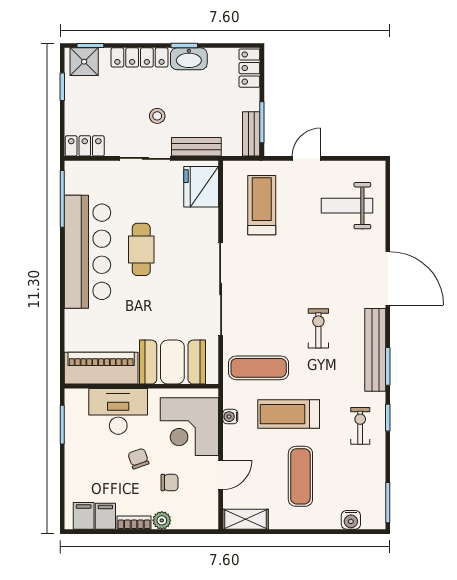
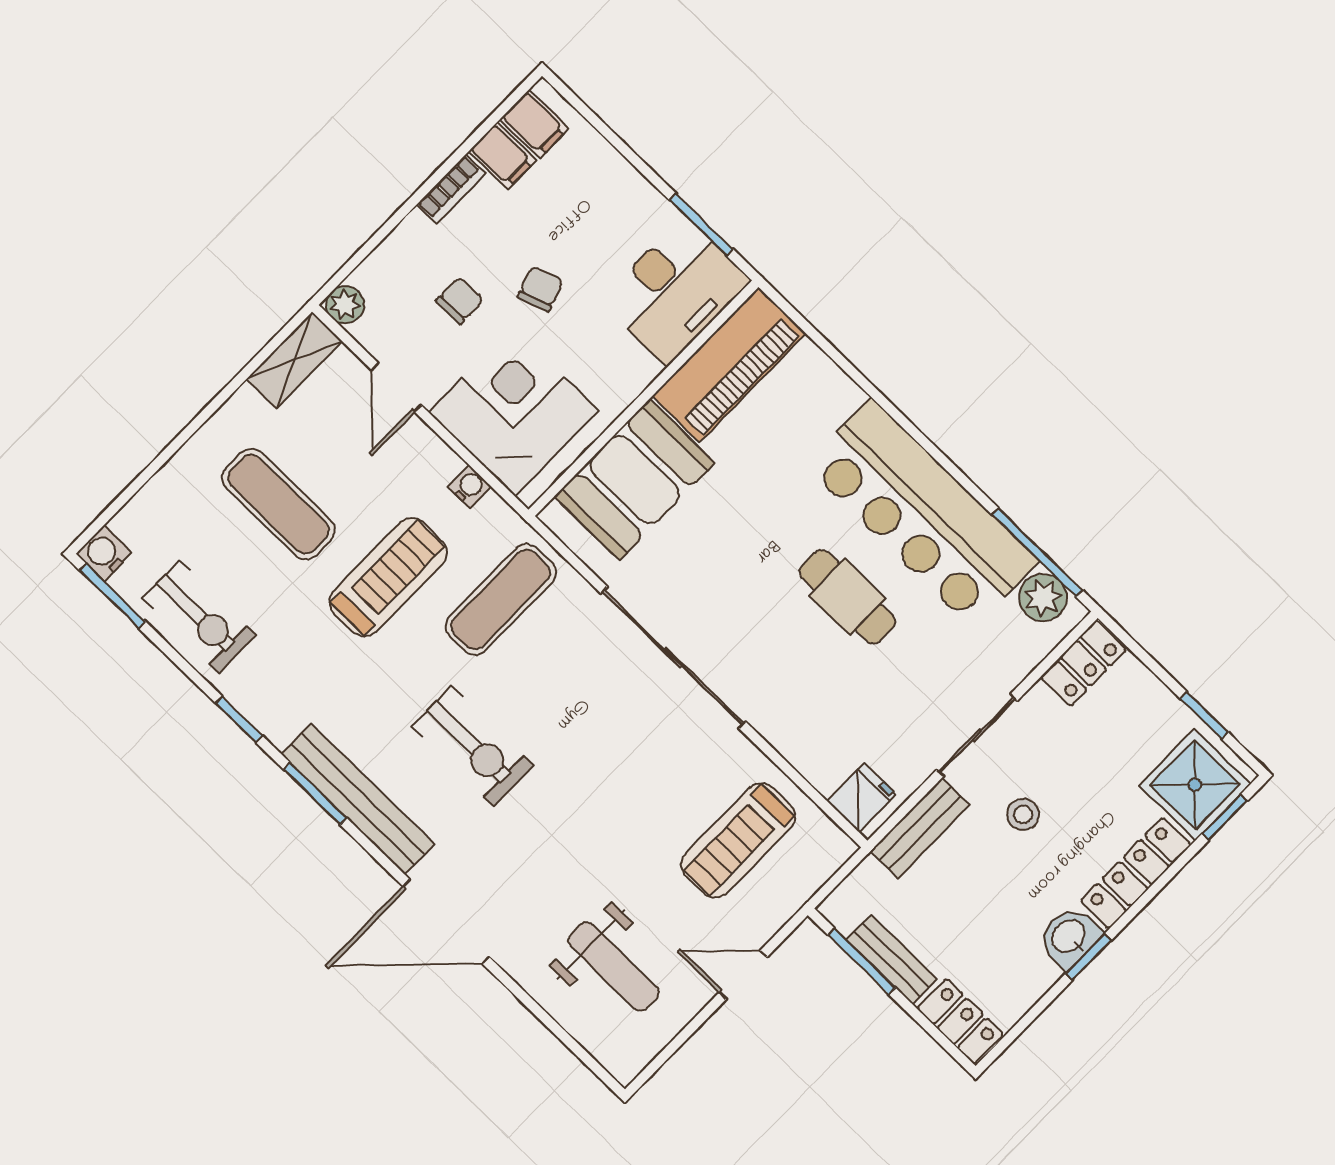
washbasin: (189, 59) -> (1069, 937), width x0.72
shower: (84, 62) -> (1195, 785), width x1.36, depth x1.36
bench: (251, 134) -> (892, 959), moved
door: (306, 158) -> (743, 975), swing flipped
plant: (76, 182) -> (1043, 598), added
fridge: (201, 187) -> (861, 797), width x0.53, depth x0.75
treadmill: (262, 205) -> (738, 841), turned 90
weight bench: (347, 206) -> (614, 967), turned 90
exercise bike: (318, 328) -> (473, 746), width x1.38, depth x1.39
desk: (118, 411) -> (675, 291), moved
exercise bike: (360, 426) -> (199, 617), moved, width x1.38, depth x1.39
chair: (138, 459) -> (540, 289), turned -90
chair: (169, 482) -> (460, 300), turned 180
plant: (162, 520) -> (345, 305), moved
water cooler: (351, 520) -> (104, 553), moved

